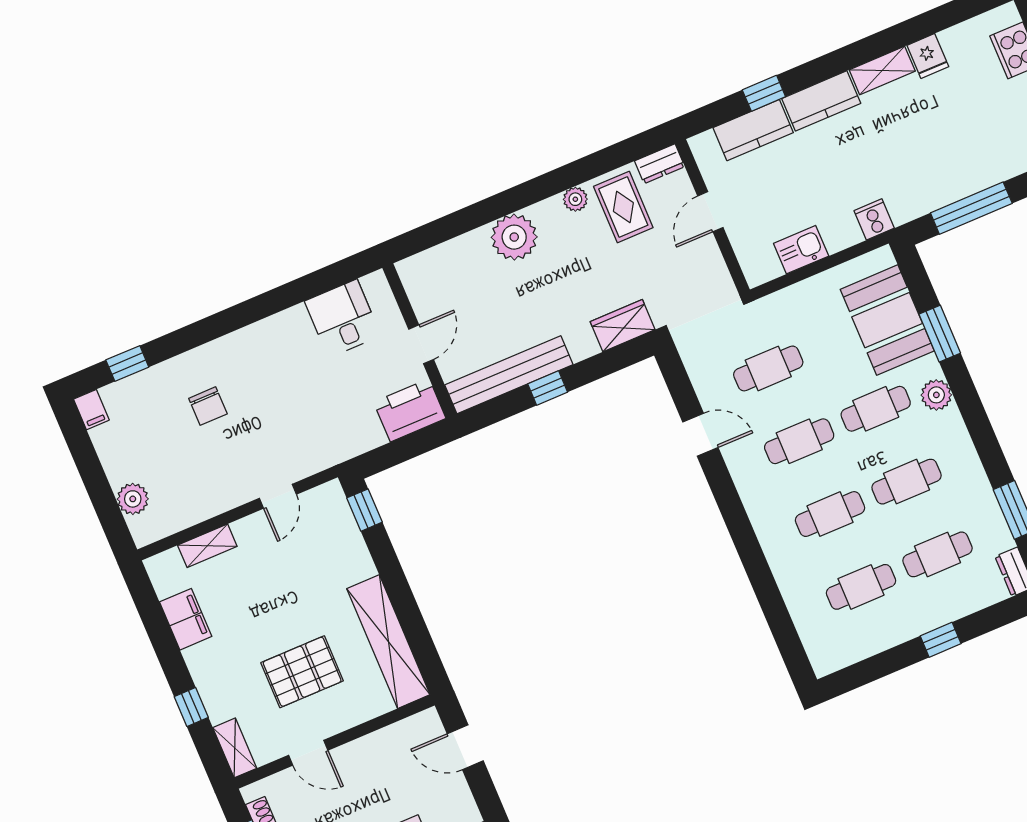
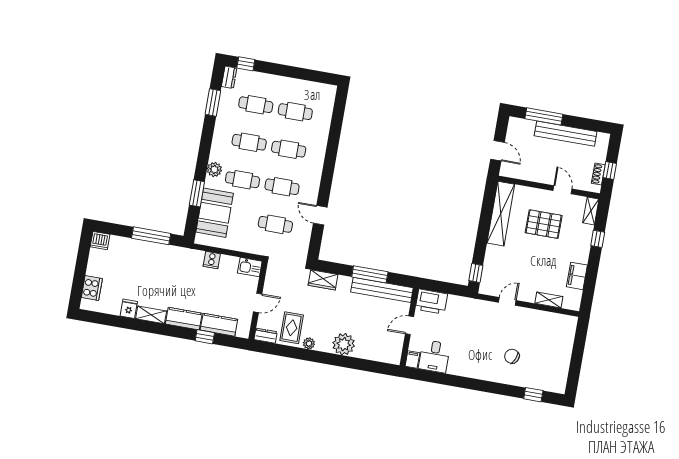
cooker: (874, 219) -> (212, 260), moved
kitchen sink: (801, 250) -> (250, 267), moved
window: (548, 388) -> (370, 274), width x2.17
chair: (208, 406) -> (512, 356), turned -67
filing cabinet: (91, 410) -> (412, 359), moved
plant: (133, 499) -> (567, 338), removed
window: (941, 640) -> (246, 64), moved

